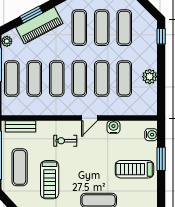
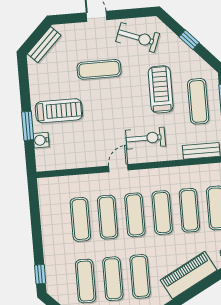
window: (31, 15) -> (200, 287), removed
plant: (150, 77) -> (50, 224), removed
water cooler: (113, 127) -> (89, 160), removed
water cooler: (151, 135) -> (41, 140), moved
exercise bike: (65, 141) -> (146, 138), width x1.38, depth x1.39

